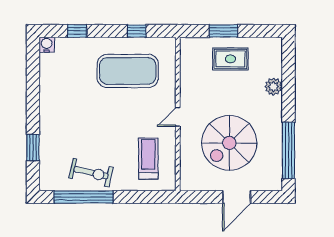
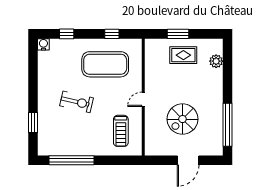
plant: (273, 87) -> (216, 61), moved
spiral stairs: (229, 143) -> (182, 119), width x0.73, depth x0.73
treadmill: (148, 158) -> (121, 131), turned 180
exercise bike: (91, 173) -> (77, 102), moved

